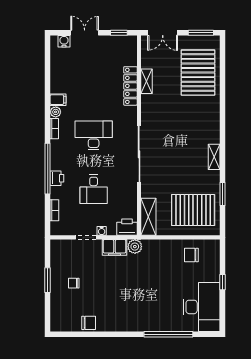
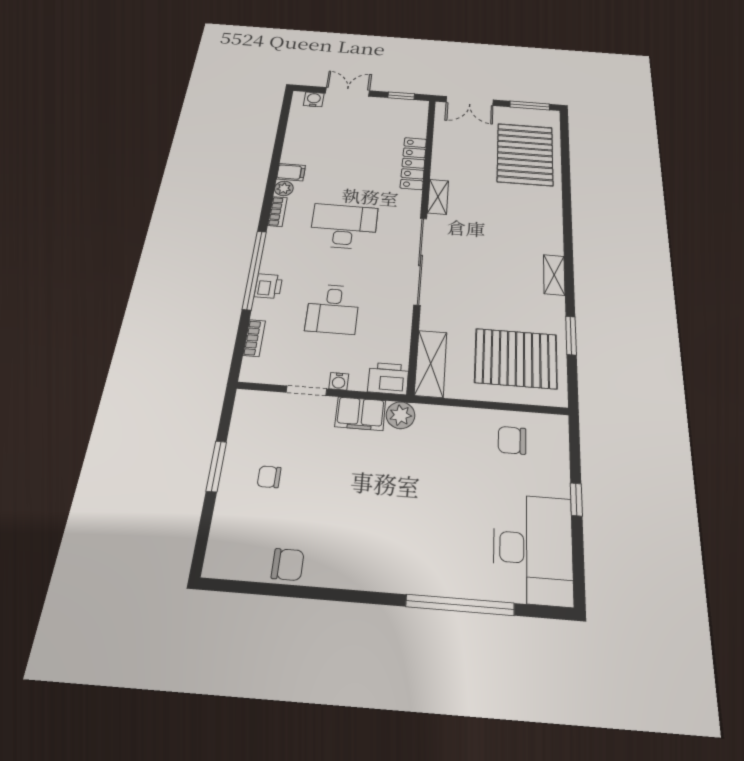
shelving: (146, 81) -> (438, 197), moved

